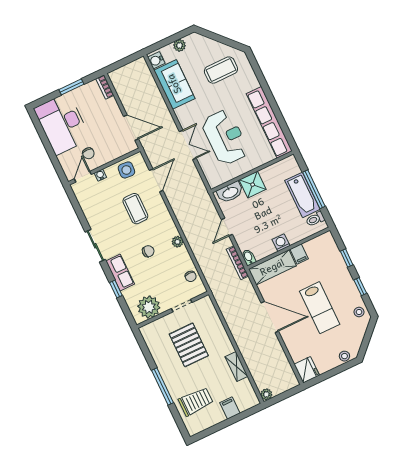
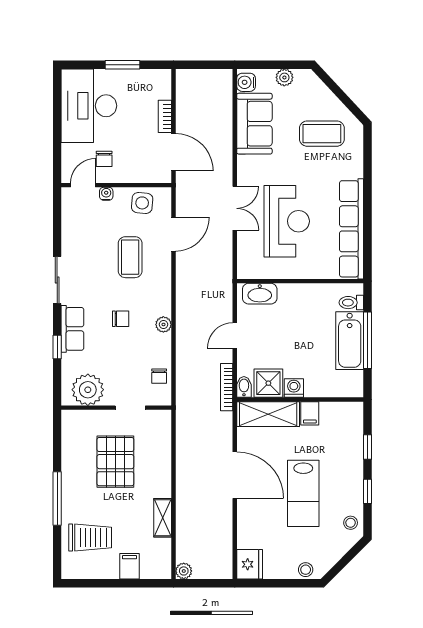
bookcase: (105, 87) -> (165, 116), moved
shower: (253, 185) -> (268, 383), moved
toilet: (315, 219) -> (351, 303), moved

